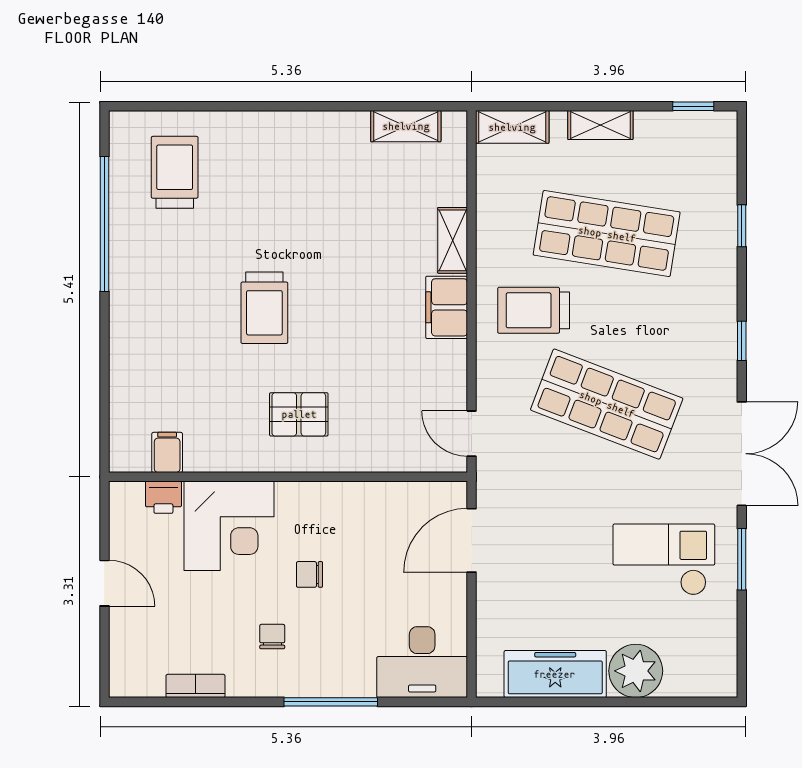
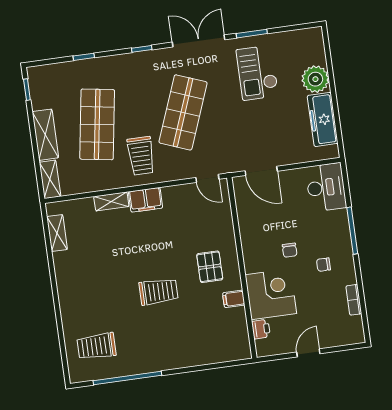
shelving: (600, 125) -> (45, 135), width x1.50, depth x1.33
door: (472, 434) -> (207, 178), hinge flipped
filing cabinet: (167, 452) -> (234, 299), moved

